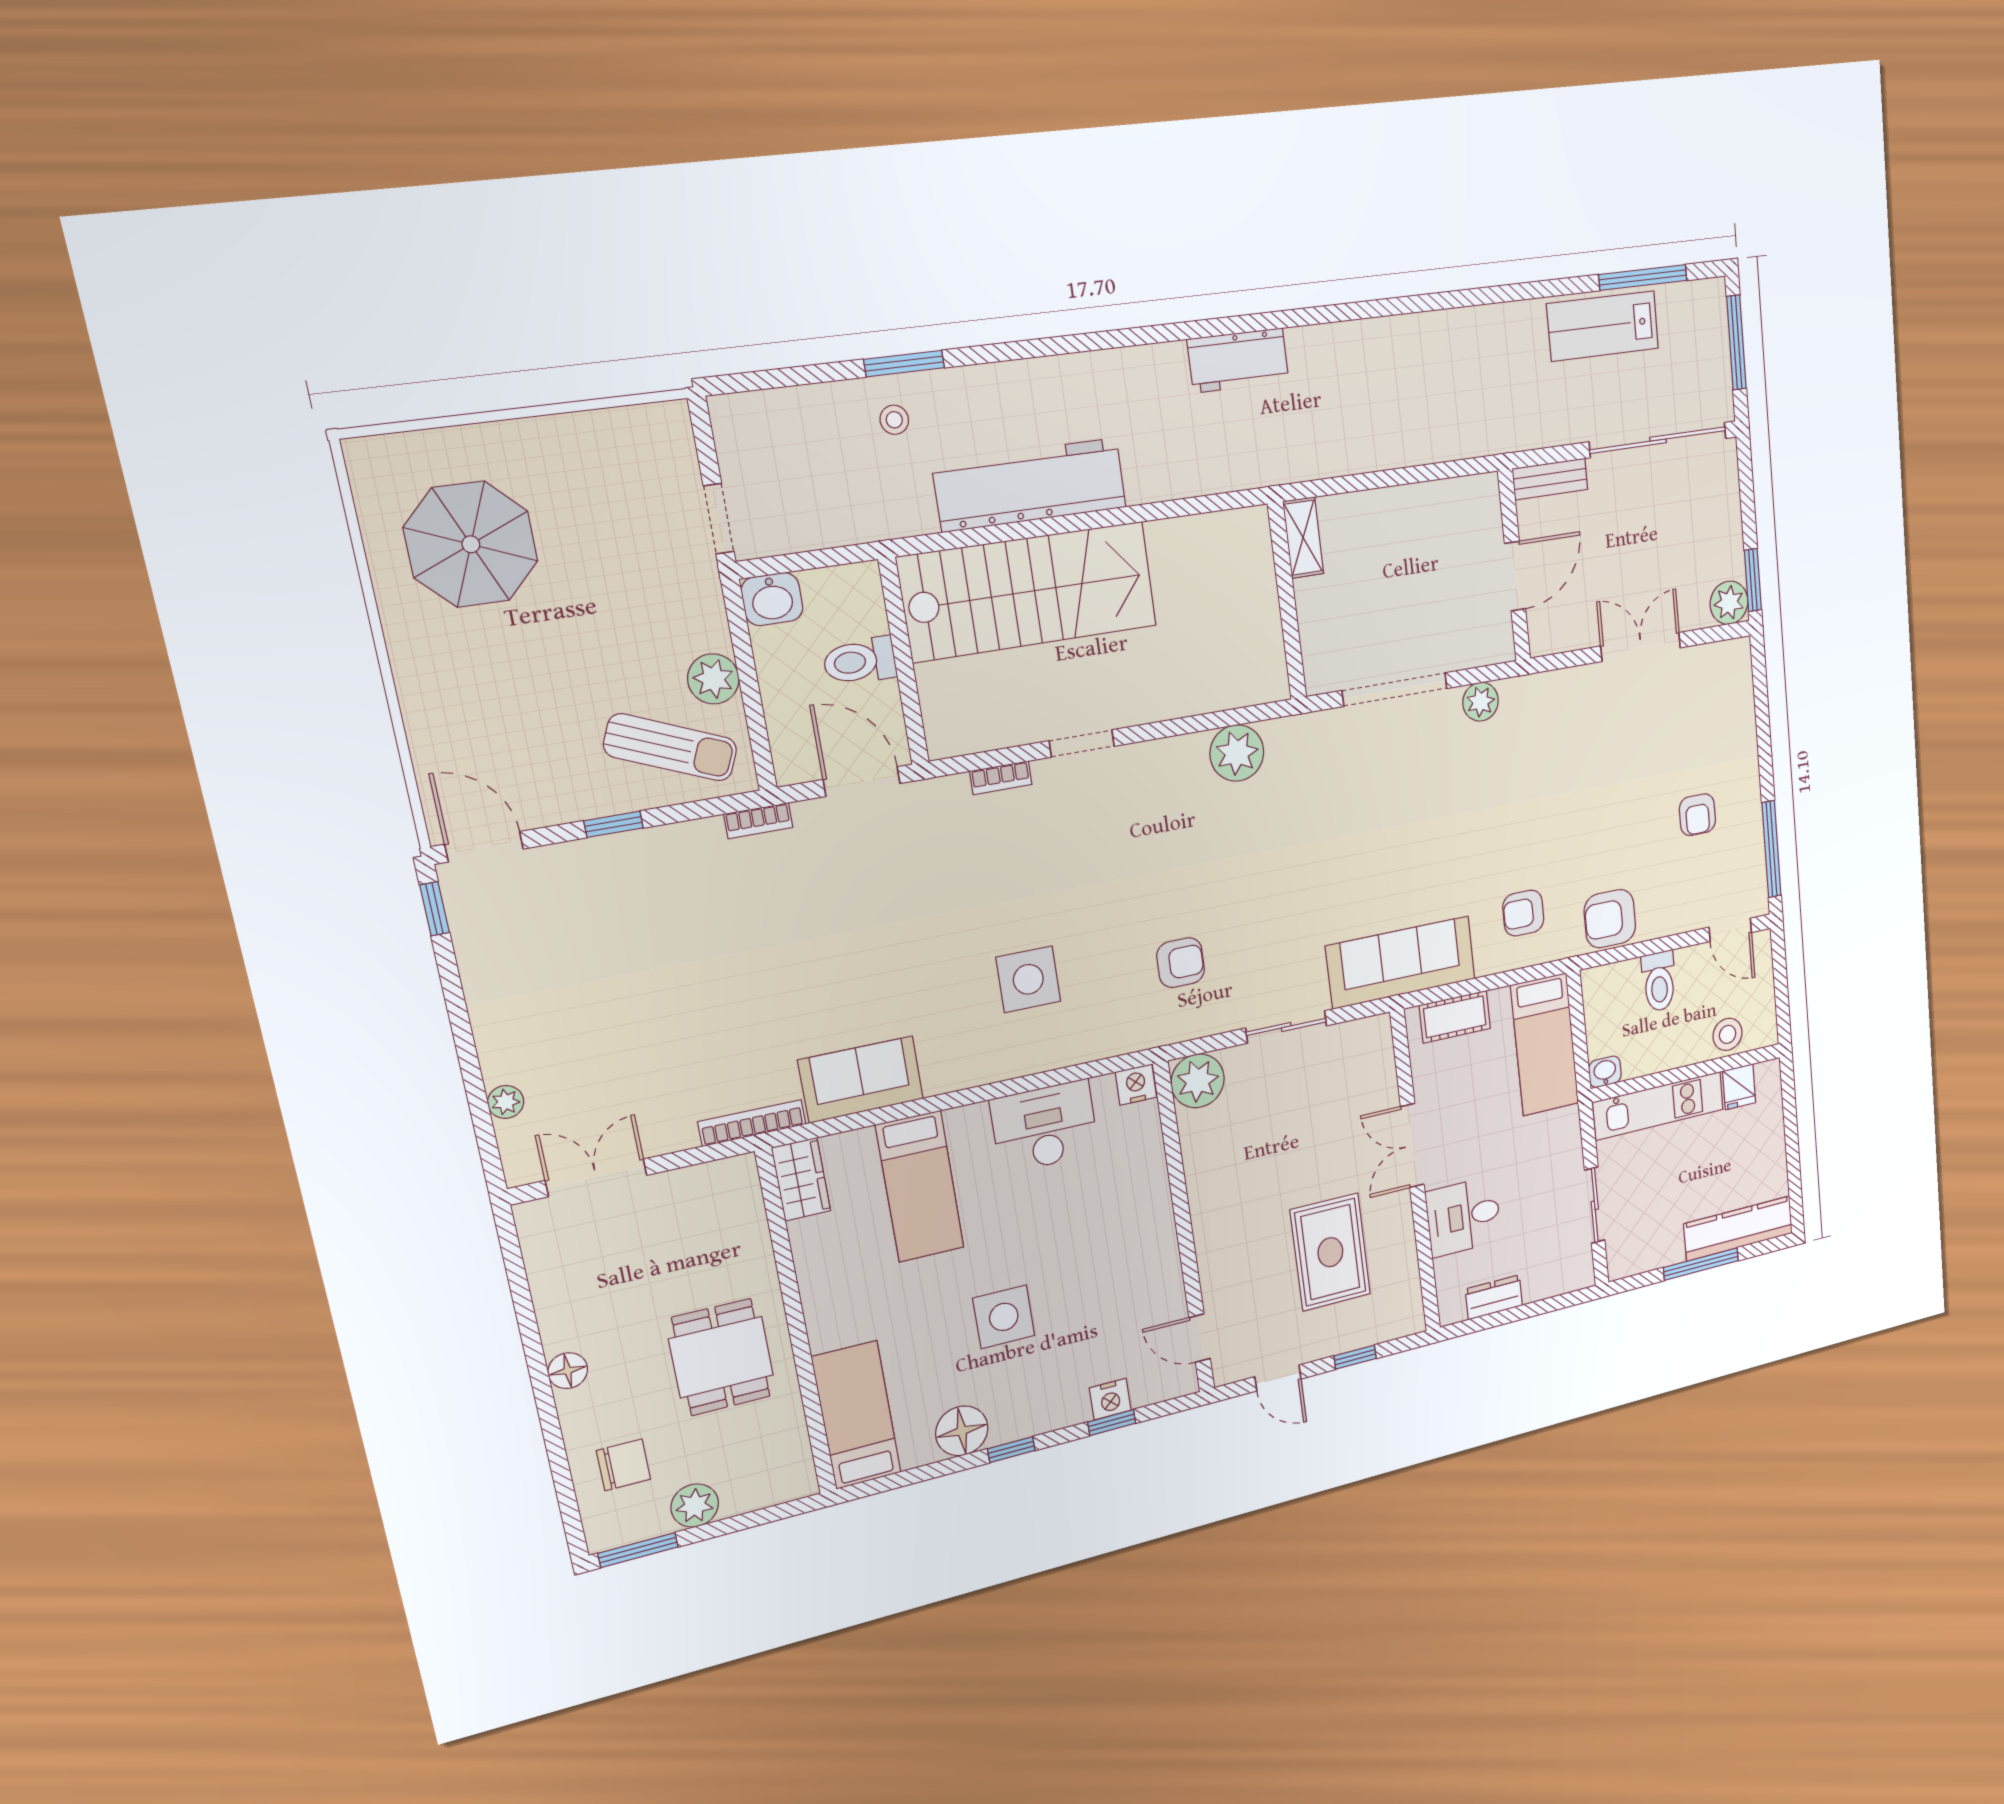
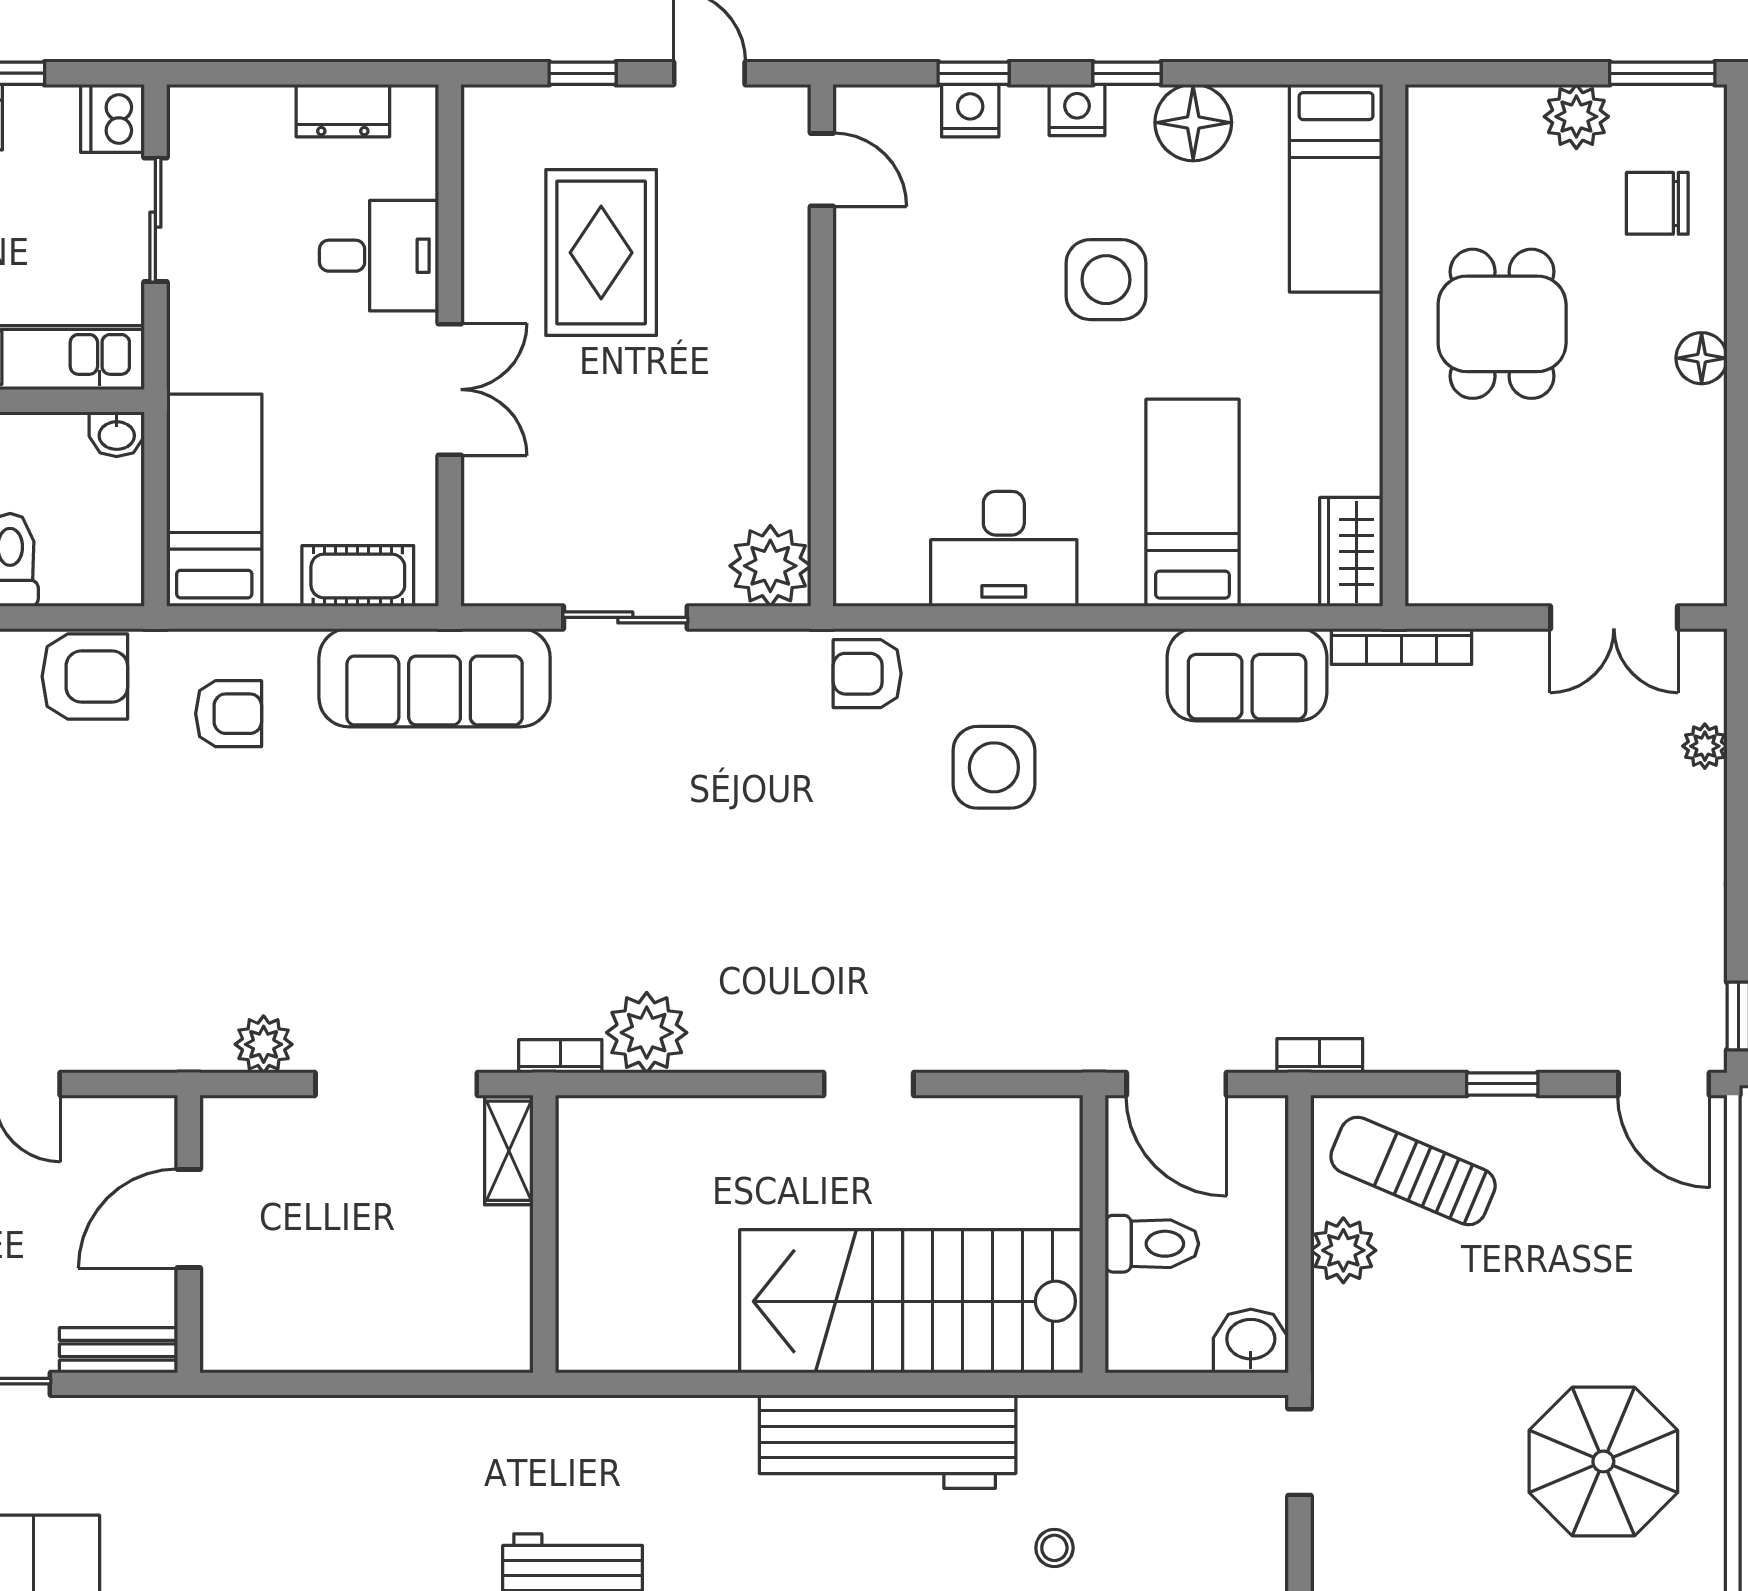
shelving: (1303, 538) -> (509, 1151), moved
bookcase: (1001, 778) -> (560, 1056), moved
armchair: (1181, 963) -> (867, 674), moved
nightstand: (1136, 1085) -> (1077, 110), moved, turned 180
dishwasher: (1624, 1258) -> (112, 118), added

